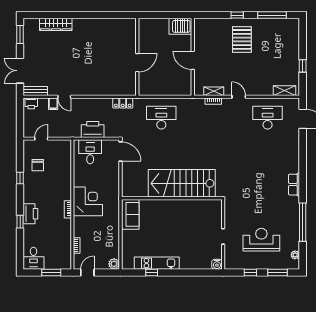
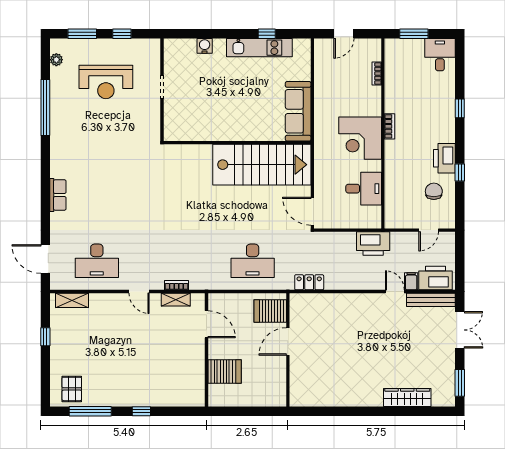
server rack: (180, 26) -> (225, 372), moved
pallet: (242, 39) -> (72, 389), moved, width x0.67, depth x0.71
door: (193, 60) -> (207, 324), moved
server rack: (149, 83) -> (270, 311), added
bench: (35, 91) -> (431, 300), width x1.36
printer: (31, 103) -> (436, 278), width x1.87, depth x1.48
printer: (93, 129) -> (373, 244), moved
desk: (90, 152) -> (364, 189), moved, turned -90
stairs: (182, 183) -> (262, 165), moved
row of seats: (294, 185) -> (58, 195), moved
printer: (30, 214) -> (444, 158), moved
sofa: (130, 214) -> (298, 111), width x1.36
plant: (114, 264) -> (322, 47), removed
water cooler: (217, 264) -> (205, 46), moved
door: (87, 273) -> (344, 34), moved

